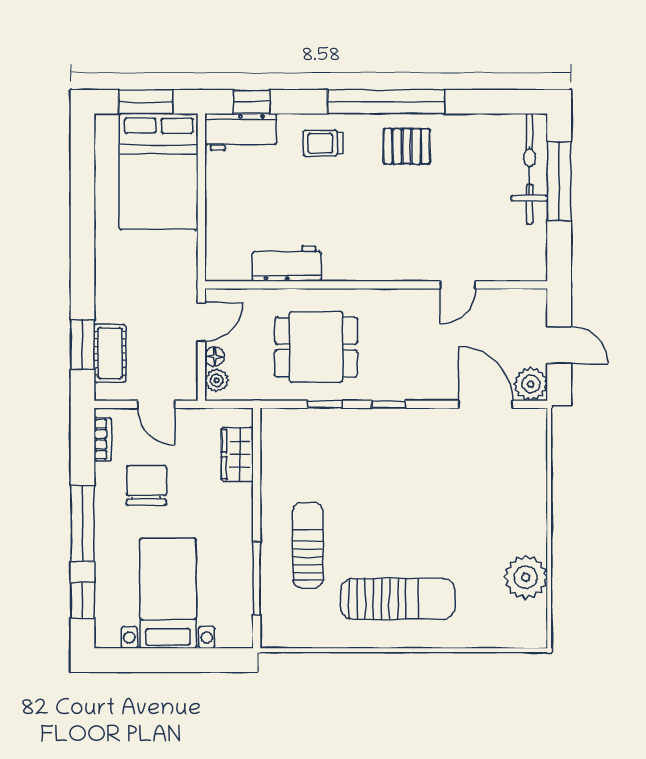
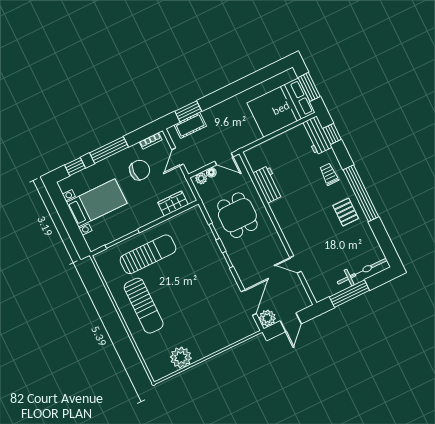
window: (559, 181) -> (349, 294), moved
sun lounger: (308, 545) -> (148, 254), width x1.36, depth x1.34

